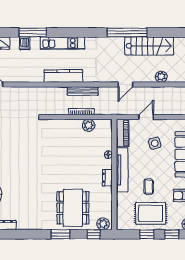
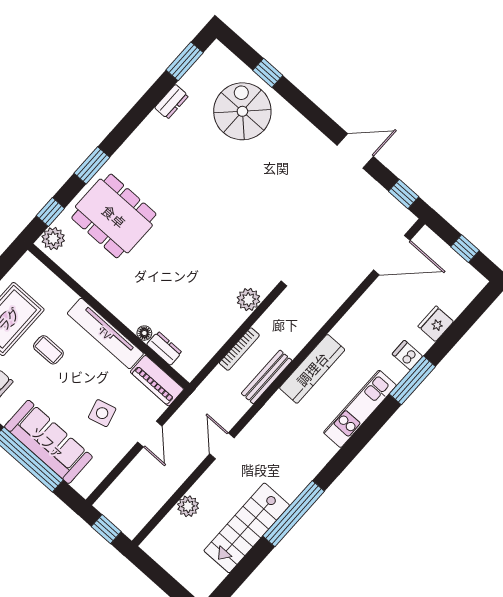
plant: (89, 125) -> (249, 300), moved
dresser: (107, 178) -> (164, 348), moved

